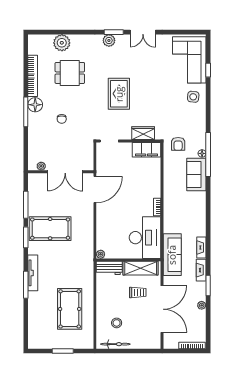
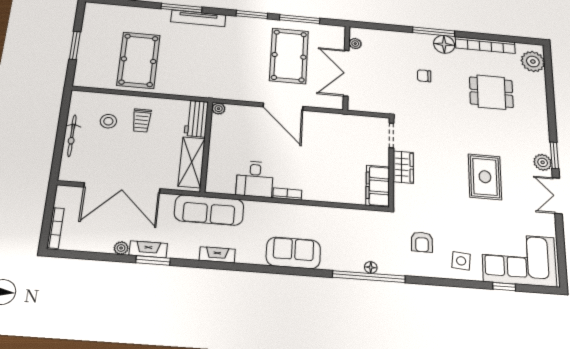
plant: (109, 40) -> (543, 162), moved
plant: (62, 43) -> (533, 62), moved
dining table: (70, 73) -> (491, 92), turned 90
rug: (119, 94) -> (485, 177), moved, turned 90
wardrobe: (143, 133) -> (403, 167), moved
armchair: (178, 144) -> (422, 242), moved, turned -90
sofa: (196, 175) -> (293, 253), moved
door: (95, 190) -> (283, 107), moved
pool table: (50, 229) -> (289, 56), moved
desk: (145, 238) -> (255, 179), width x0.53, depth x0.77
fireplace: (201, 270) -> (148, 249), moved
trolley: (138, 292) -> (142, 120), moved
pool table: (70, 309) -> (139, 60), turned 90
bicycle: (115, 344) -> (72, 136), moved

